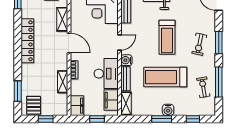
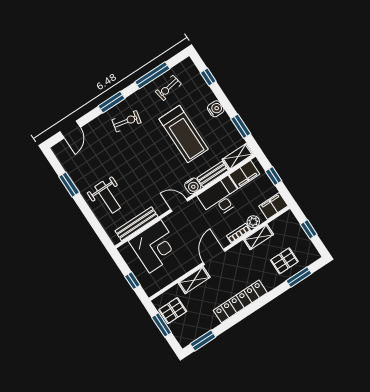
treadmill: (167, 37) -> (141, 159), removed
plant: (75, 85) -> (253, 222), added
pallet: (34, 105) -> (284, 261), moved
window: (162, 119) -> (241, 126), moved

